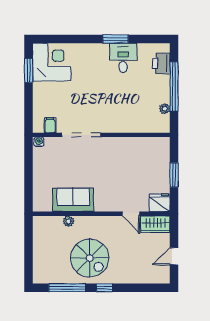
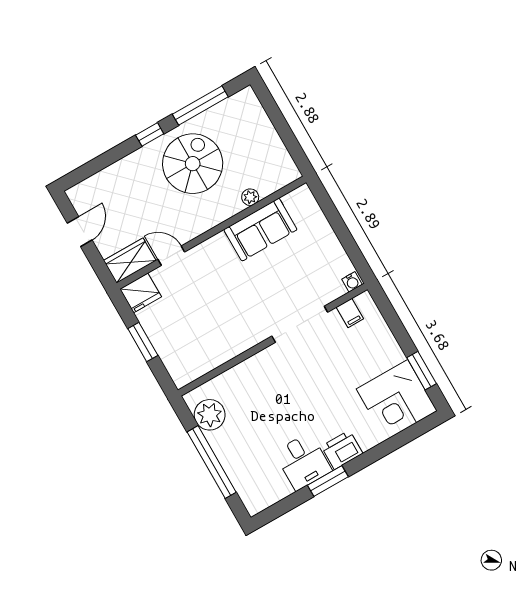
printer: (161, 63) -> (342, 450), moved, turned -90
plant: (165, 109) -> (210, 415), width x1.88, depth x1.88
spiral stairs: (90, 258) -> (193, 164), turned 90

